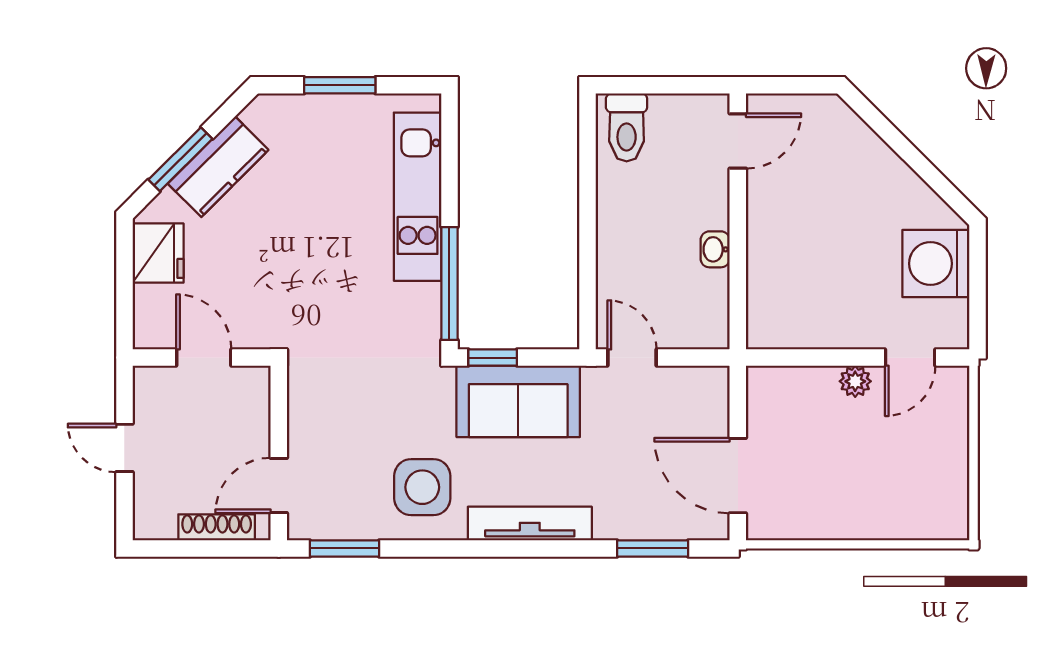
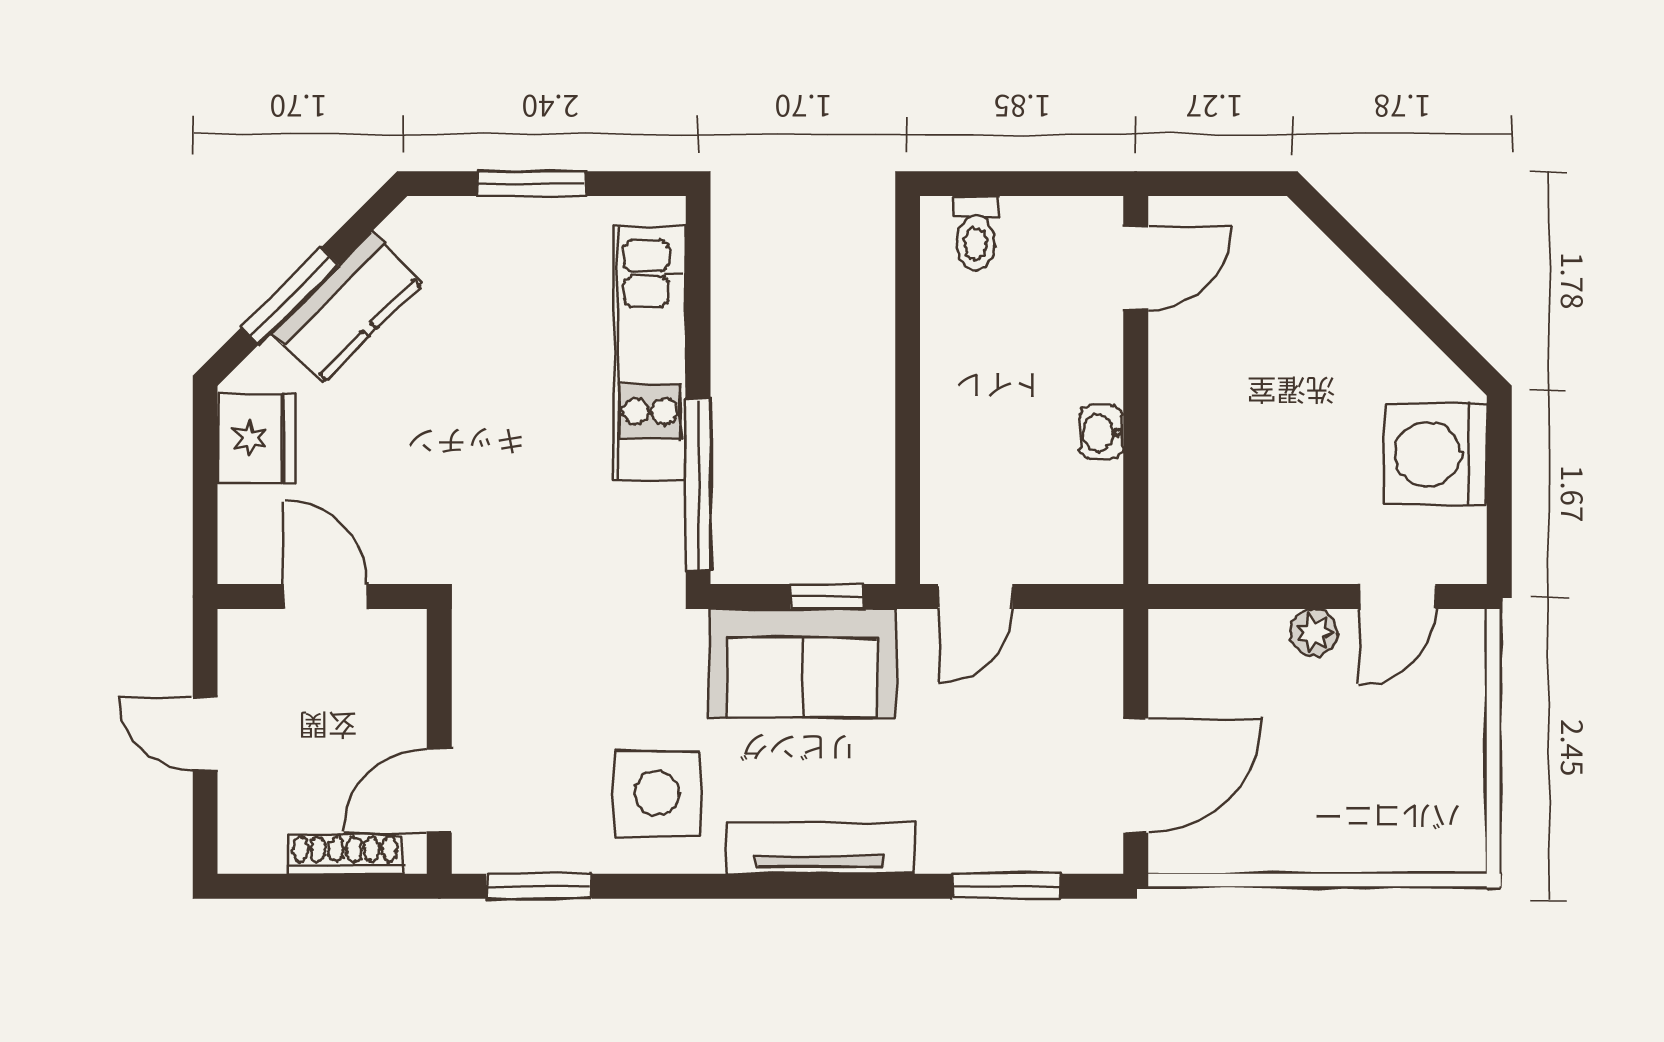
toilet: (627, 127) -> (975, 233), width x0.73, depth x0.72
window: (493, 358) -> (827, 597), moved
door: (632, 358) -> (975, 597), swing flipped
door: (738, 476) -> (1136, 776), swing flipped

